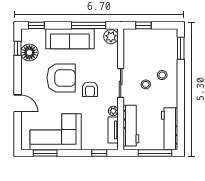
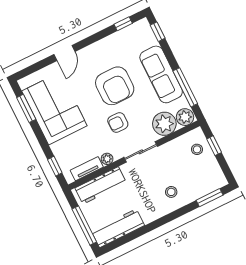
floor lamp: (29, 53) -> (125, 38), removed
plant: (108, 55) -> (164, 124), added
stool: (146, 84) -> (197, 149), moved

